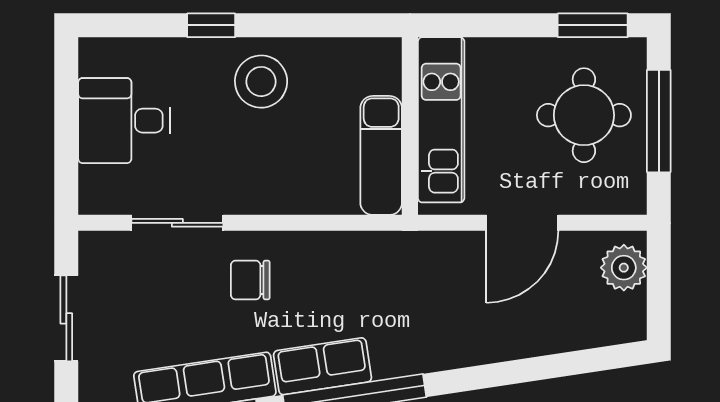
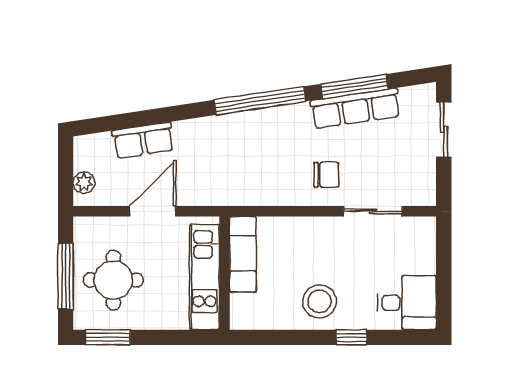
desk: (124, 121) -> (407, 303), moved
plant: (624, 268) -> (84, 183), width x0.73, depth x0.73
sliding door: (66, 318) -> (444, 129), moved
row of seats: (322, 366) -> (143, 140), moved

